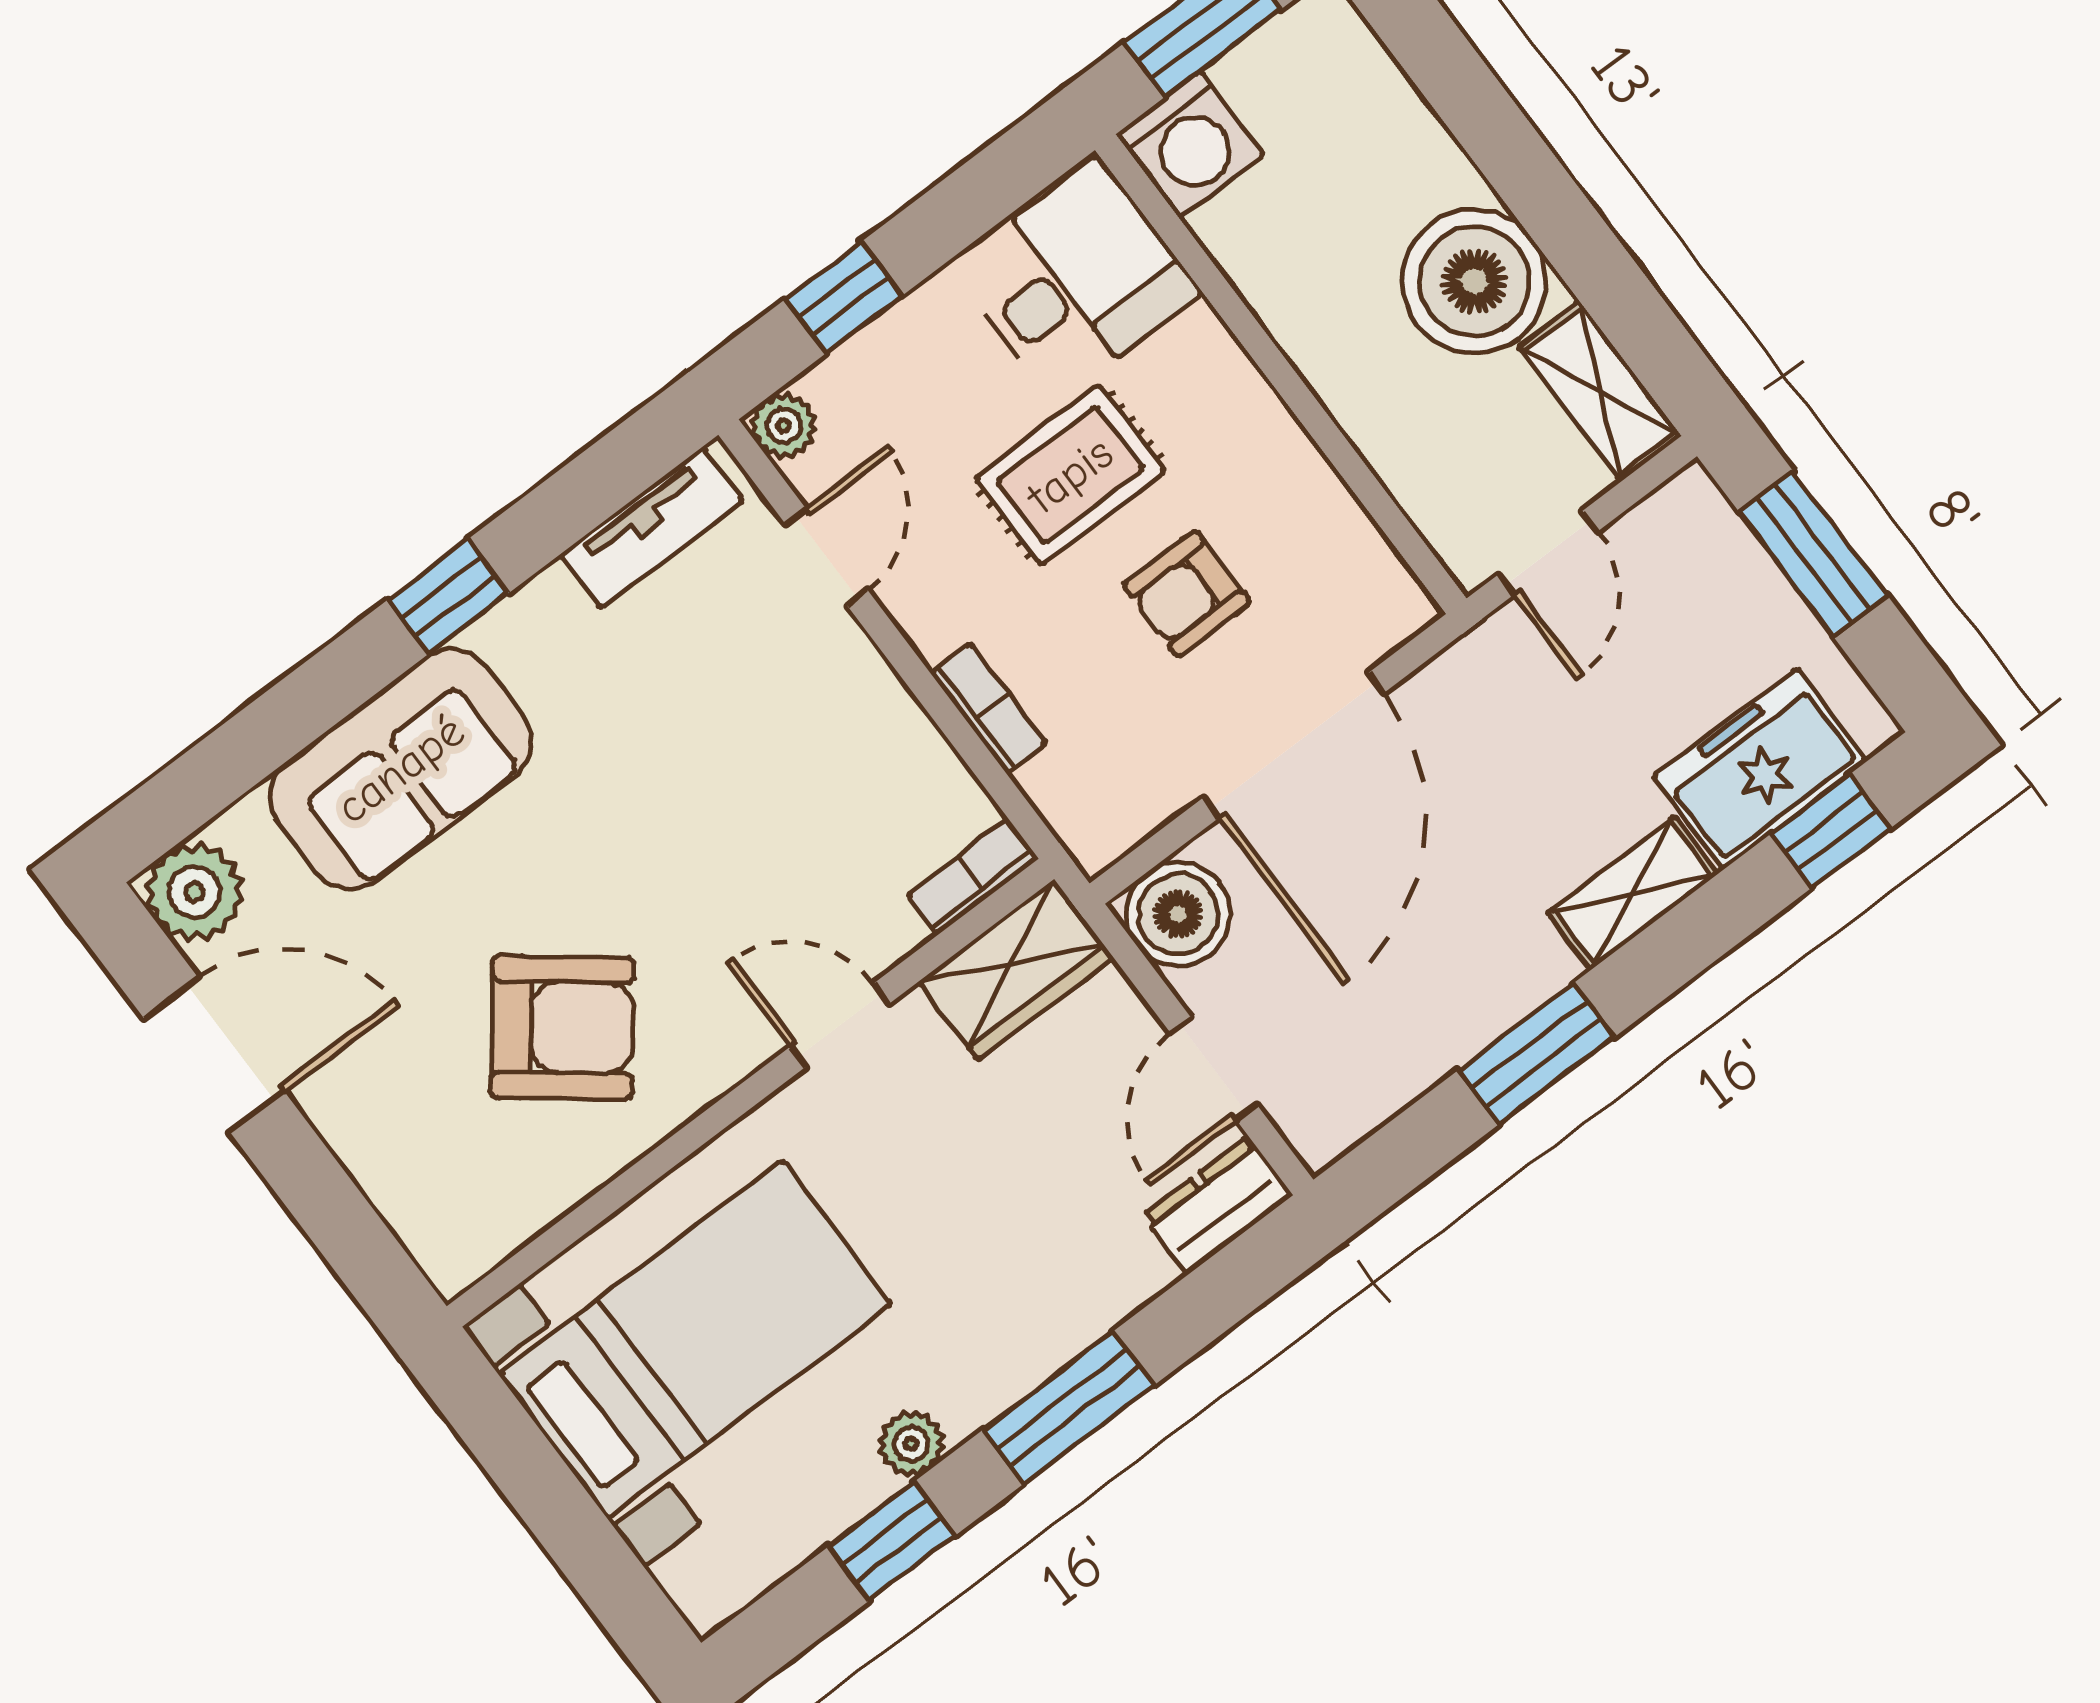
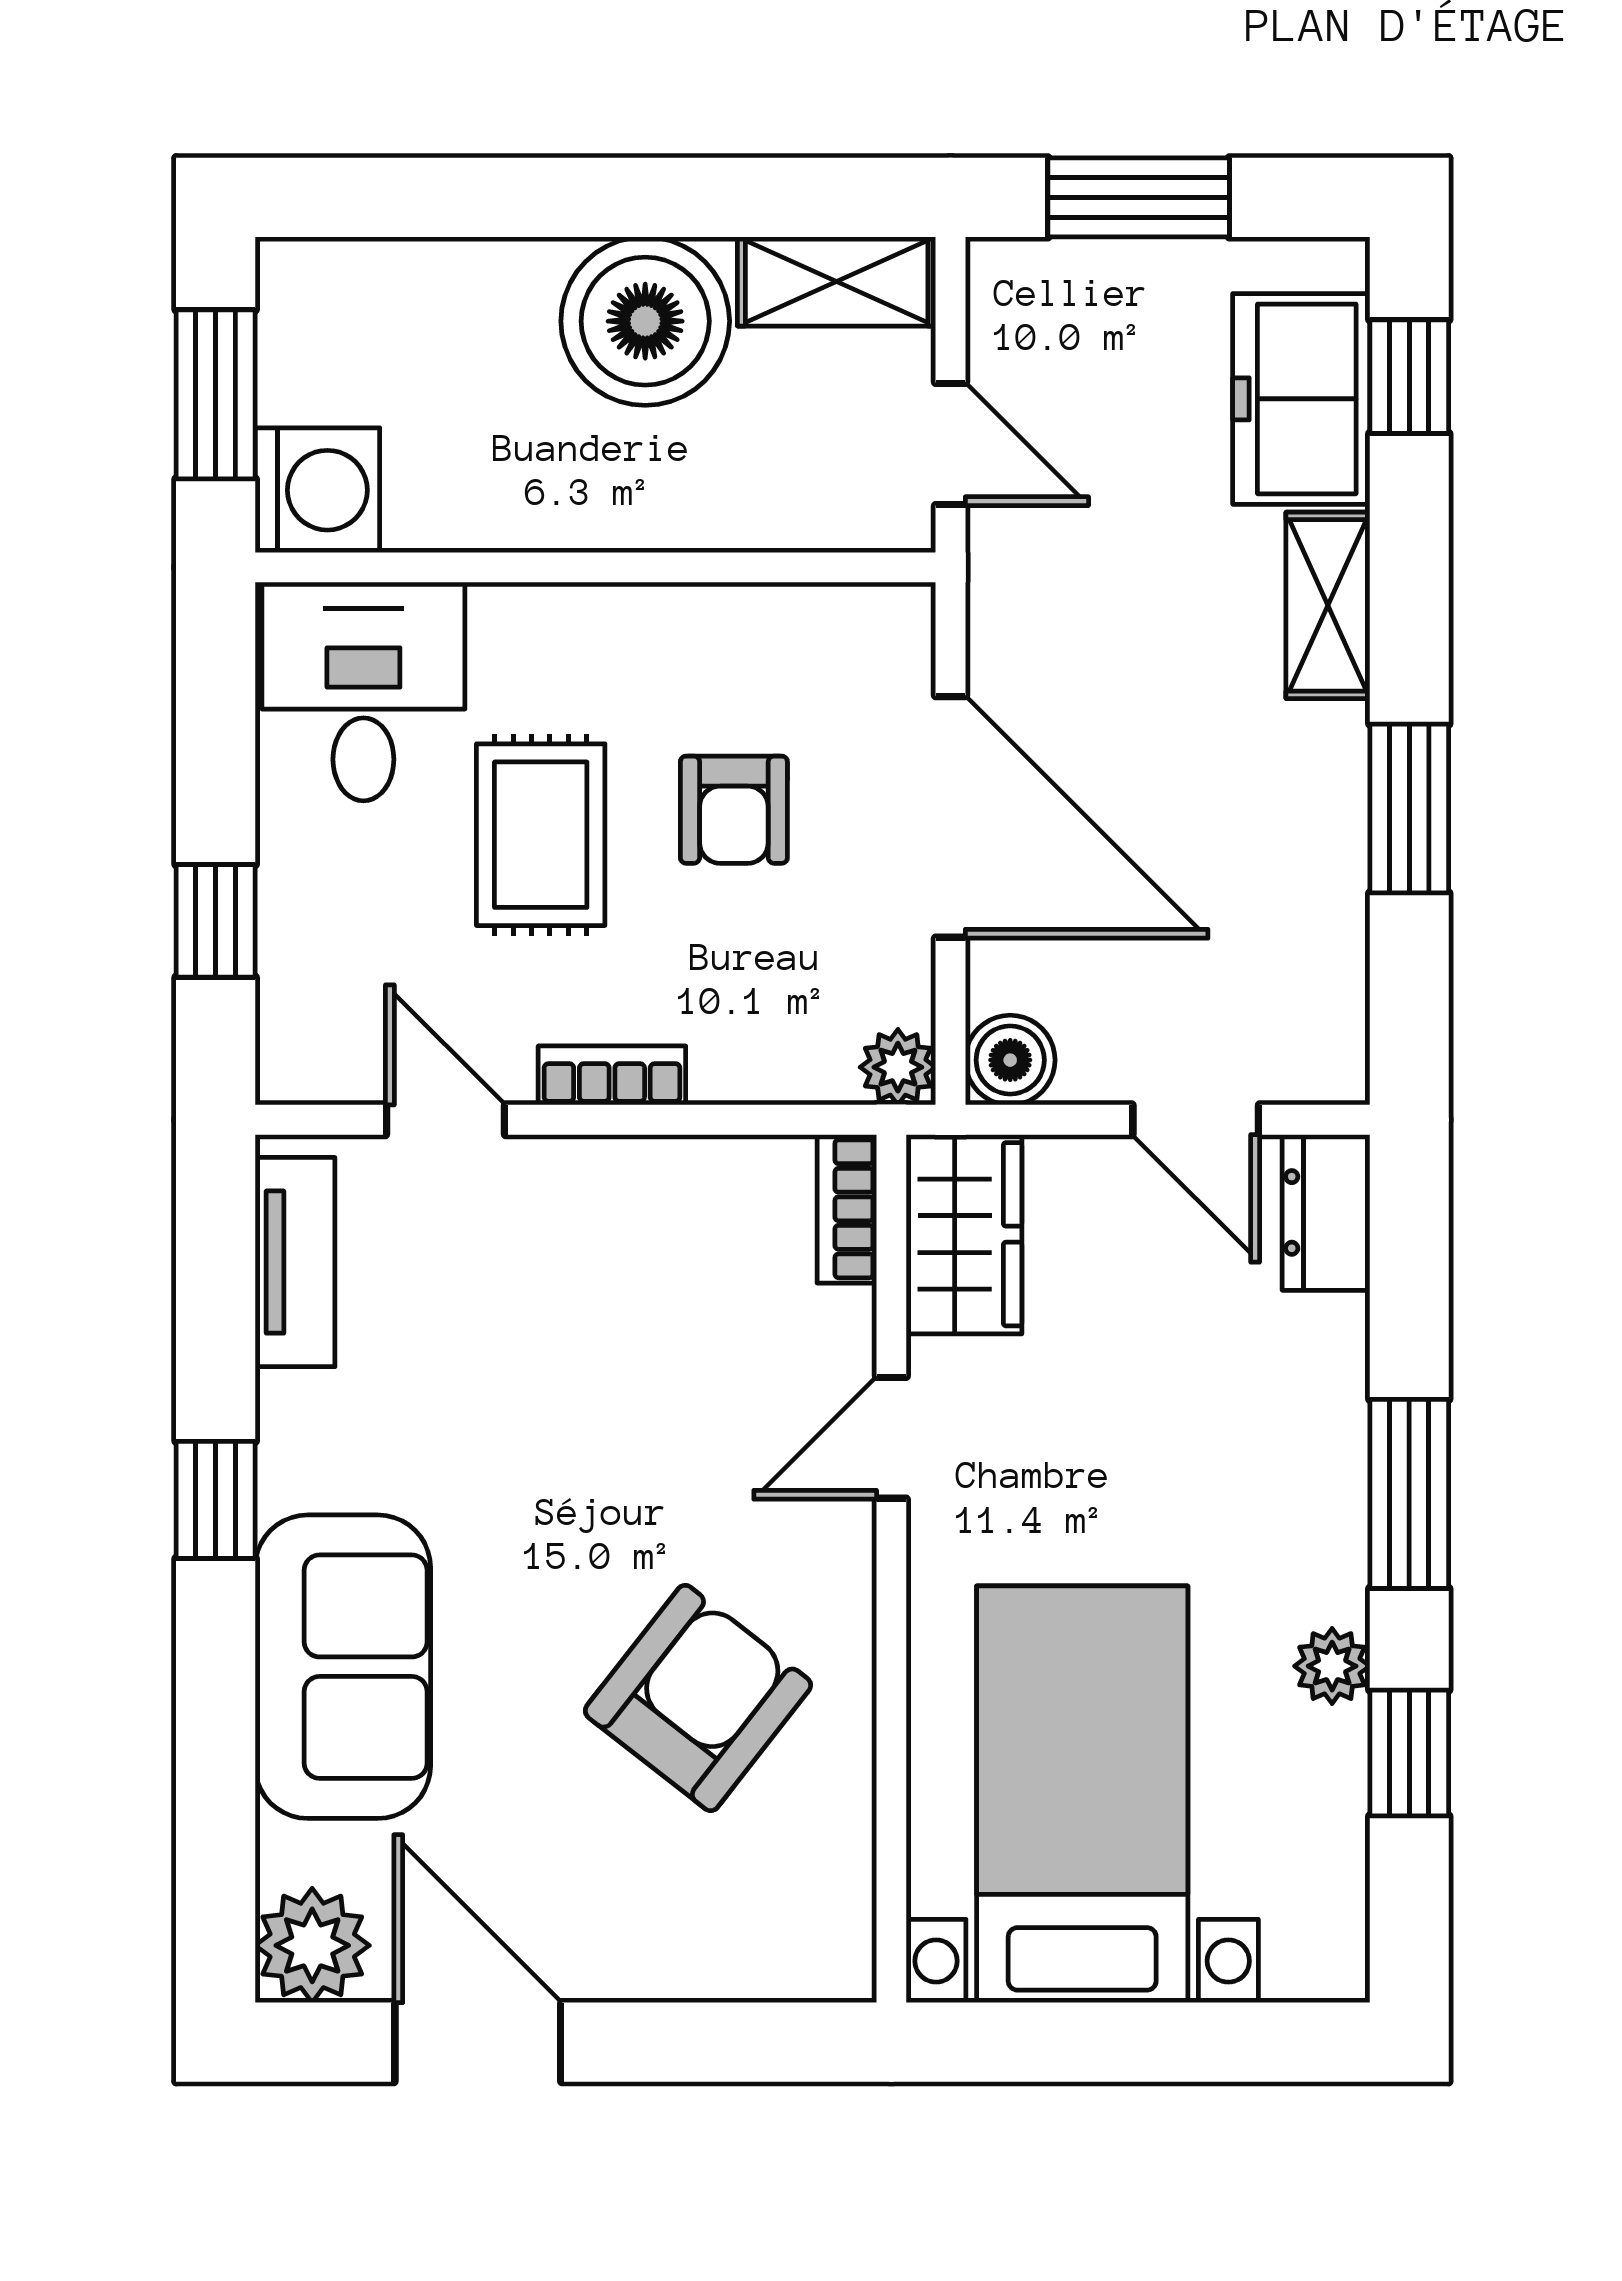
plant: (784, 426) -> (898, 1067), moved
bookcase: (989, 708) -> (612, 1075), moved
boiler: (1178, 914) -> (1010, 1060), width x0.73, depth x0.73
door: (214, 1055) -> (478, 2042), hinge flipped

